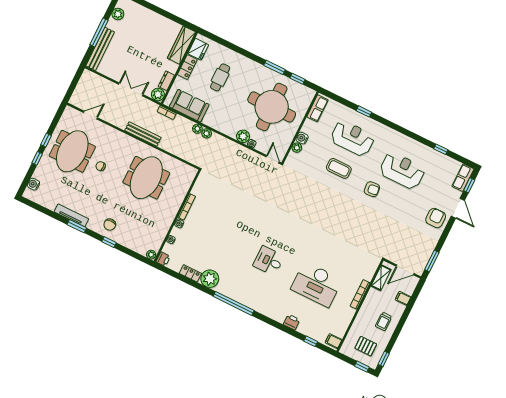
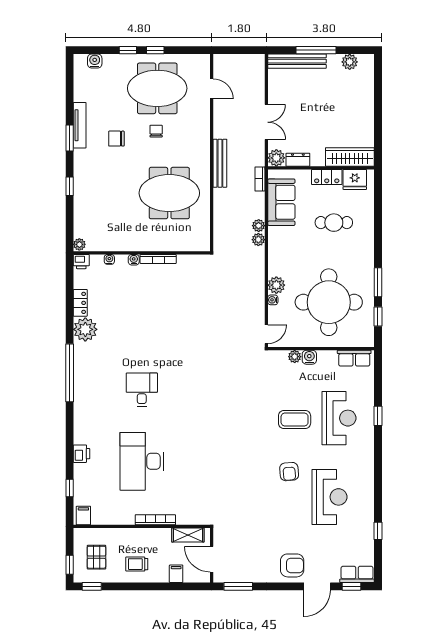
coffee table: (339, 168) -> (295, 420), turned 90
chair: (110, 225) -> (116, 139), moved

